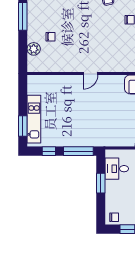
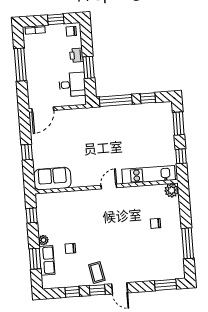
plant: (34, 49) -> (172, 190), moved
window: (23, 96) -> (181, 156), added
kitchen unit: (34, 119) -> (149, 175), moved, turned 90
printer: (111, 195) -> (77, 55), added

